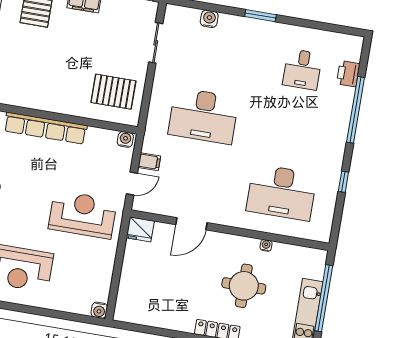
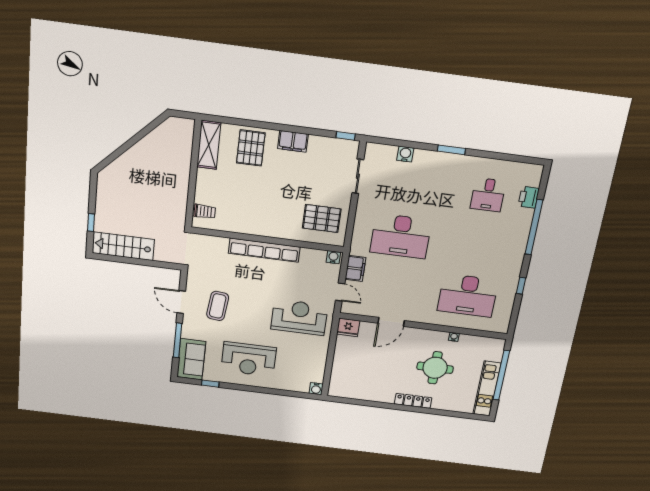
filing cabinet: (149, 162) -> (355, 268), width x2.00
door: (132, 183) -> (340, 292), hinge flipped

